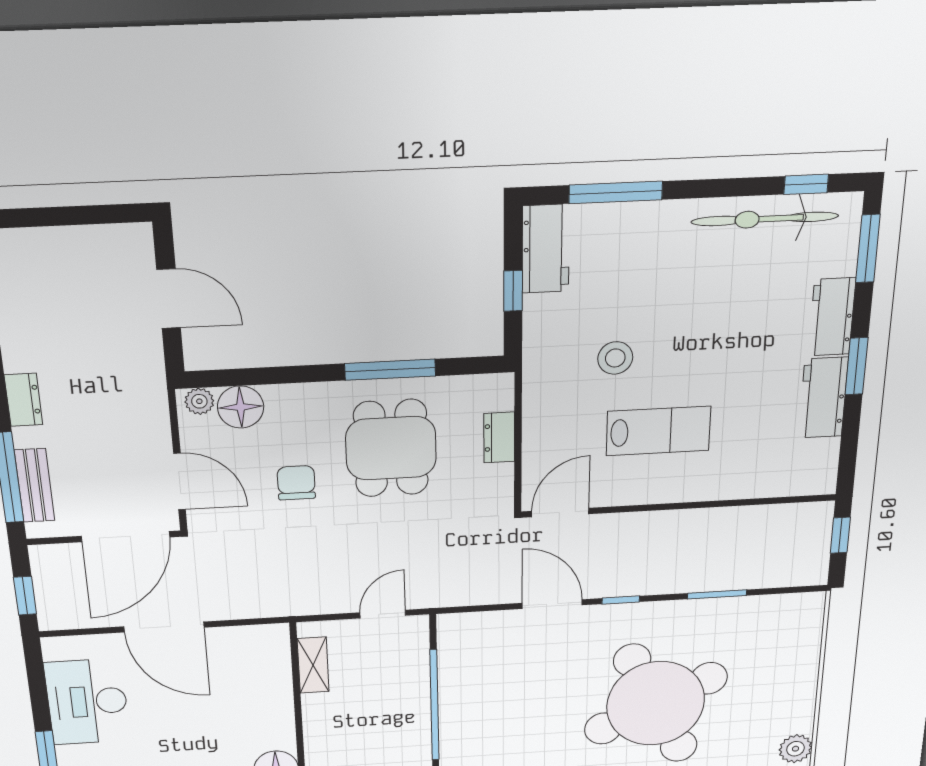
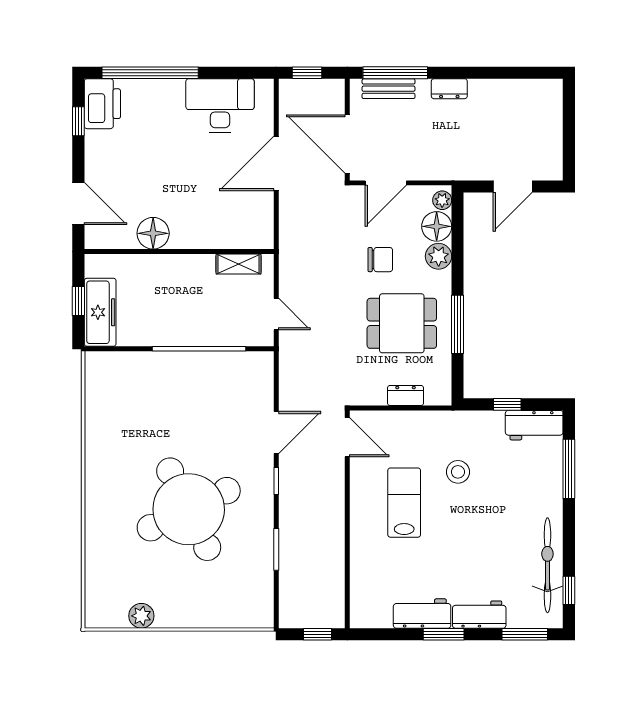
plant: (286, 402) -> (439, 256), added
lab bench: (658, 431) -> (404, 503), turned 180

